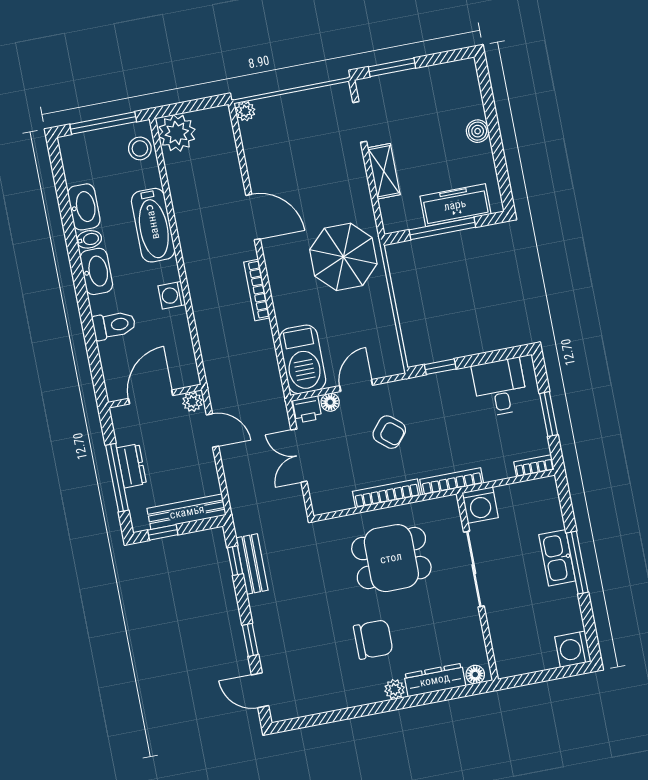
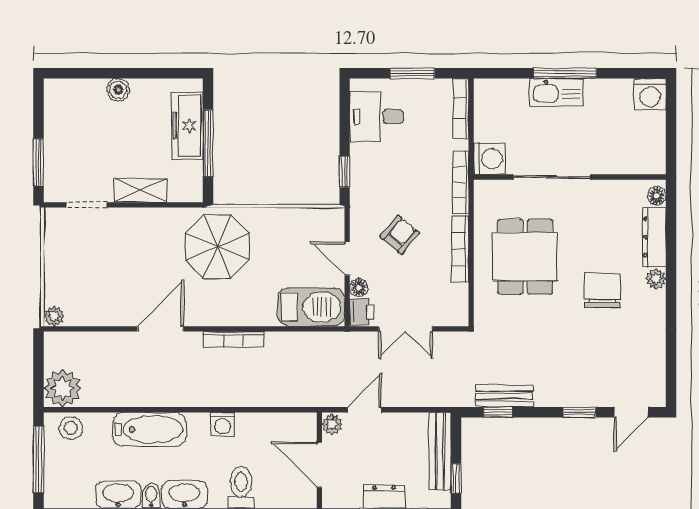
bookcase: (534, 466) -> (461, 109), width x1.56

